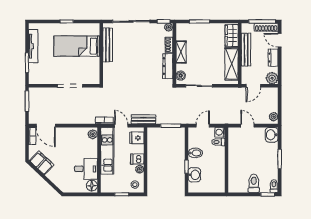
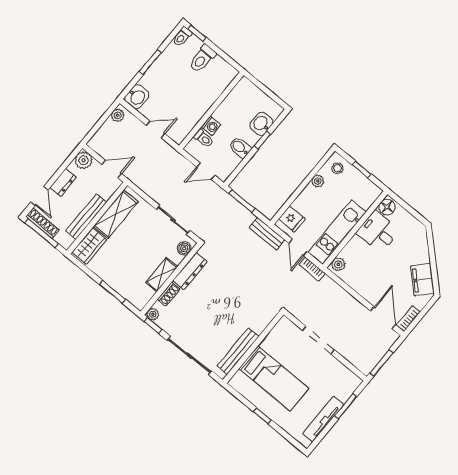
door: (247, 126) -> (156, 130), swing flipped
washing machine: (220, 132) -> (211, 126), moved
dishwasher: (137, 159) -> (311, 195), removed

